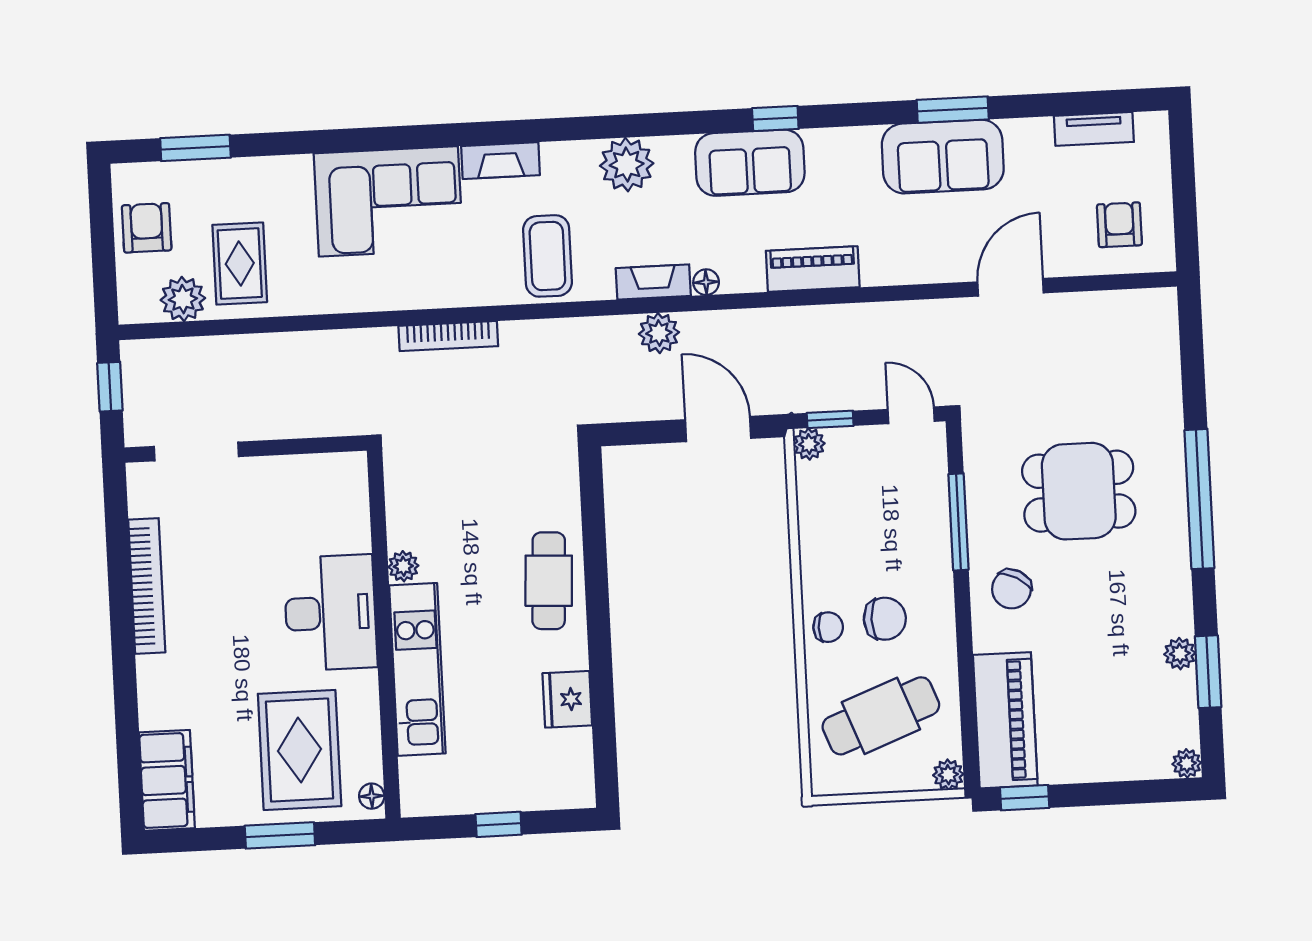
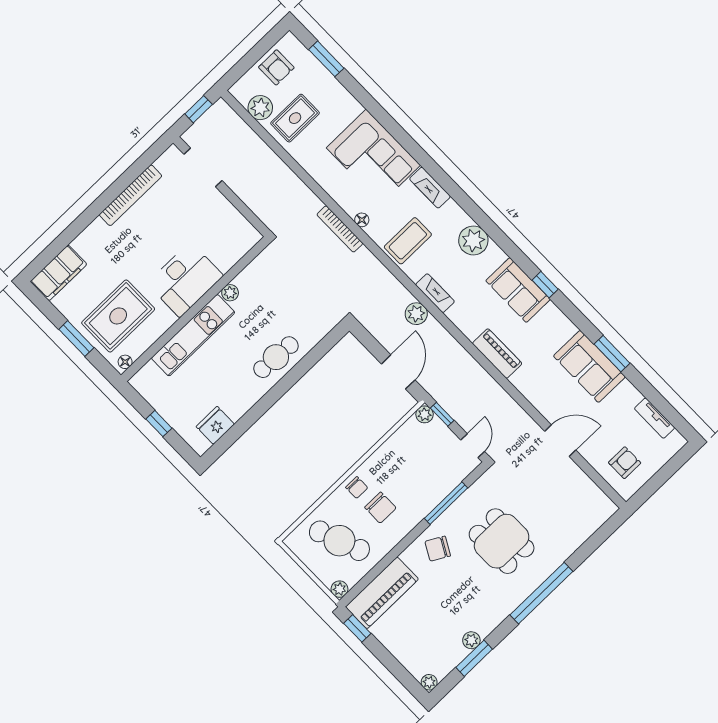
armchair: (147, 228) -> (276, 67), turned 90
floor lamp: (706, 282) -> (362, 220), moved
fridge: (567, 699) -> (215, 425), moved

